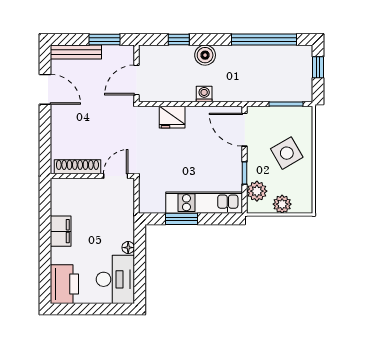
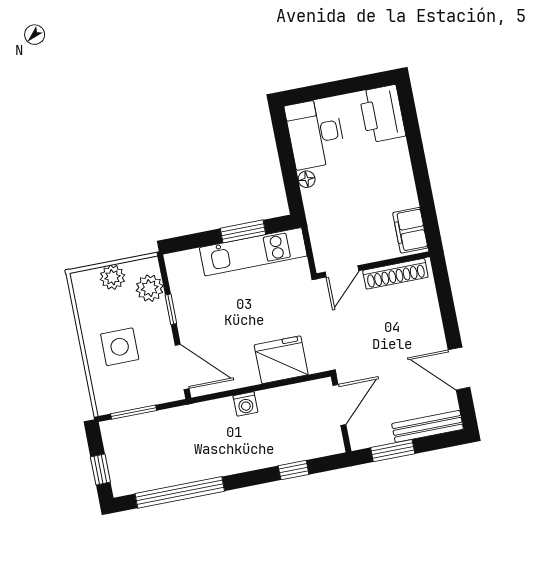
boiler: (205, 55) -> (254, 456), removed
fridge: (172, 117) -> (281, 360), width x1.36, depth x1.34
side table: (287, 153) -> (120, 347), turned 30
kitchen unit: (204, 203) -> (253, 252), moved
filing cabinet: (61, 231) -> (410, 230), moved

